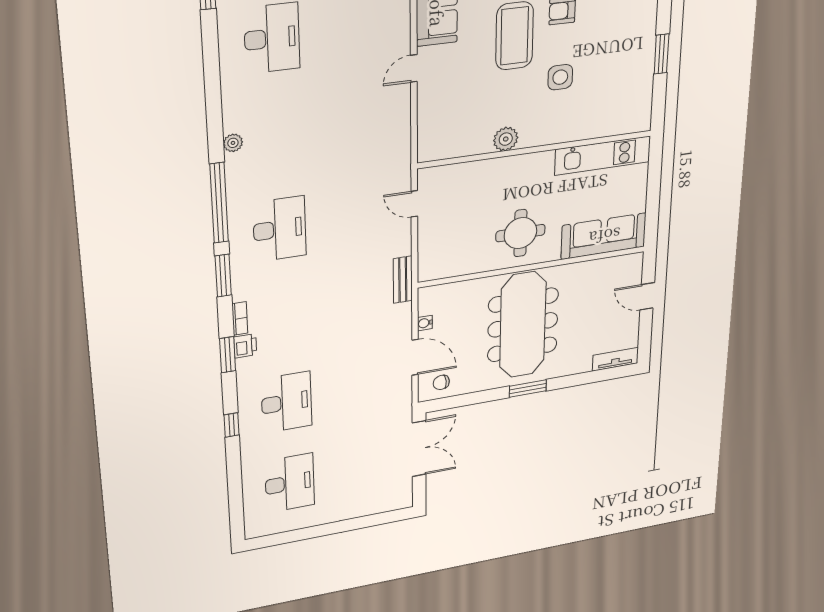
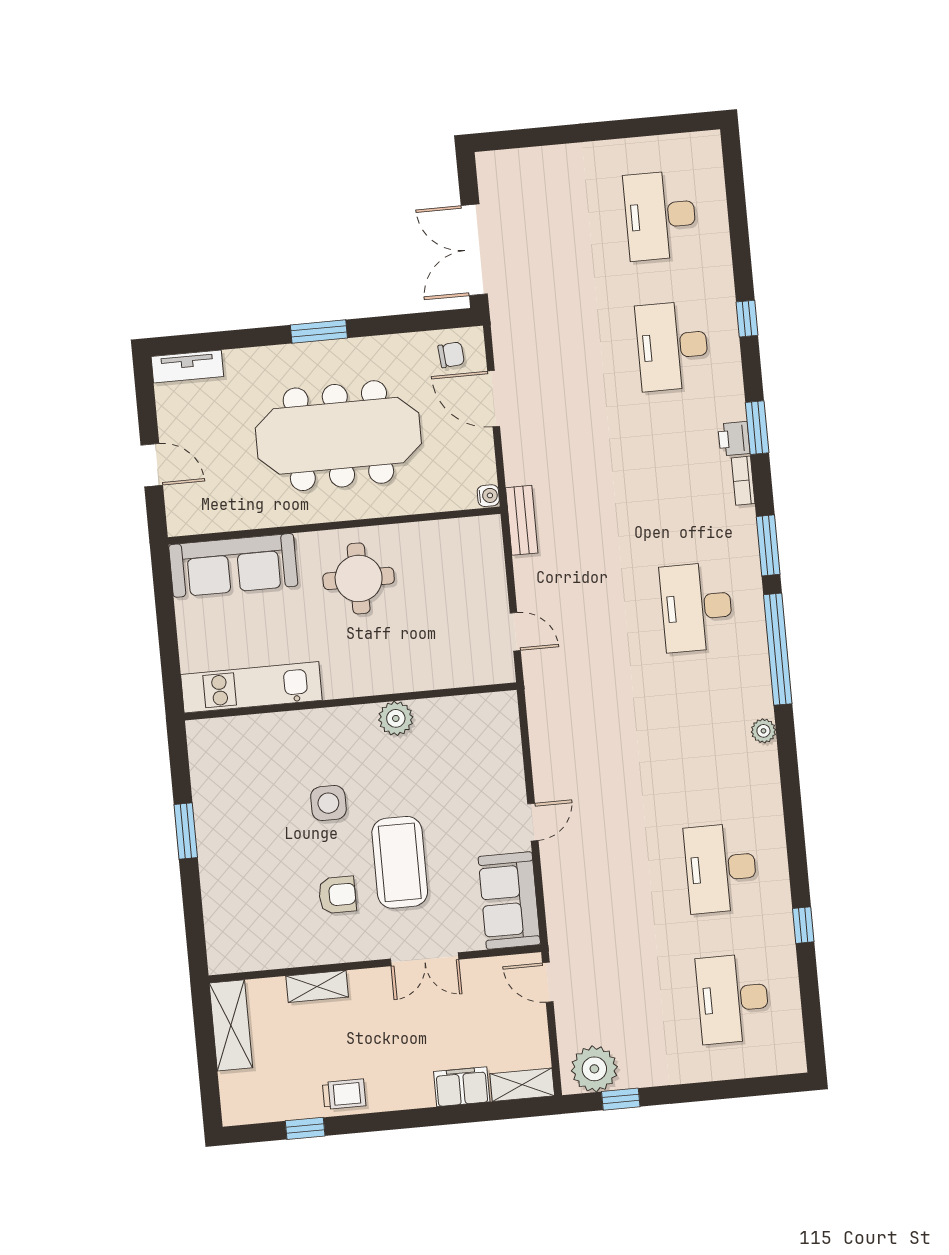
water cooler: (425, 323) -> (488, 496), moved
meeting table: (523, 325) -> (338, 436), turned 90

